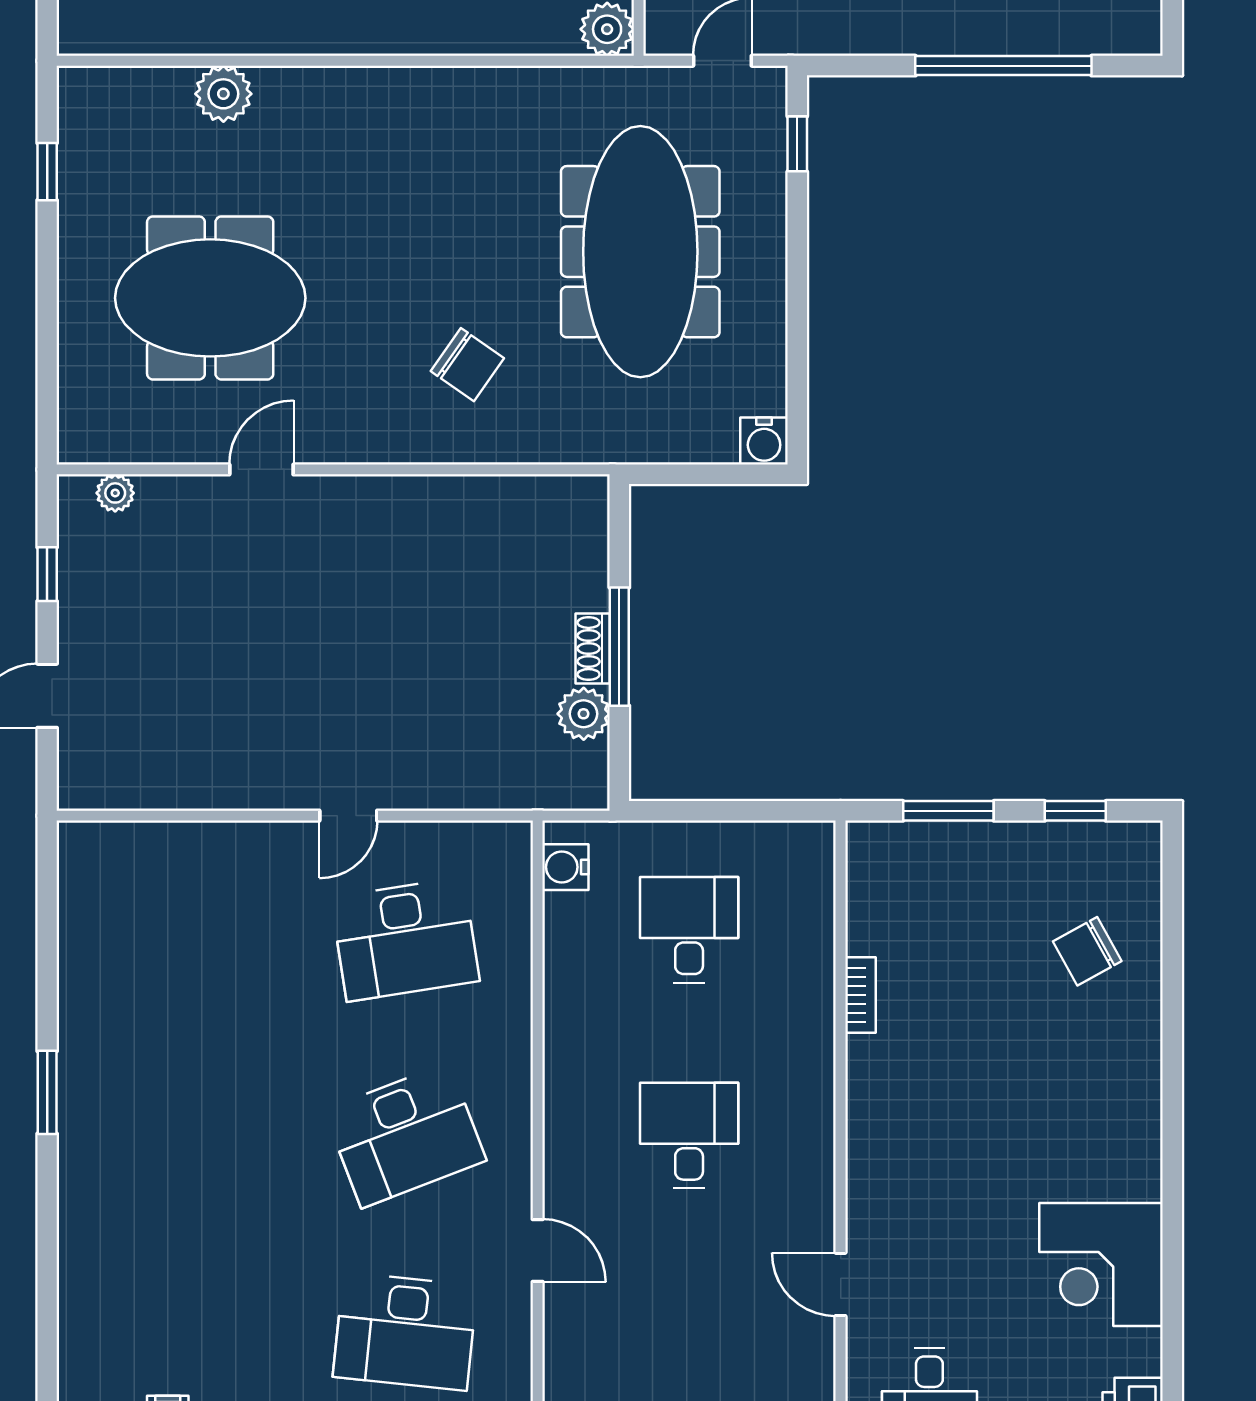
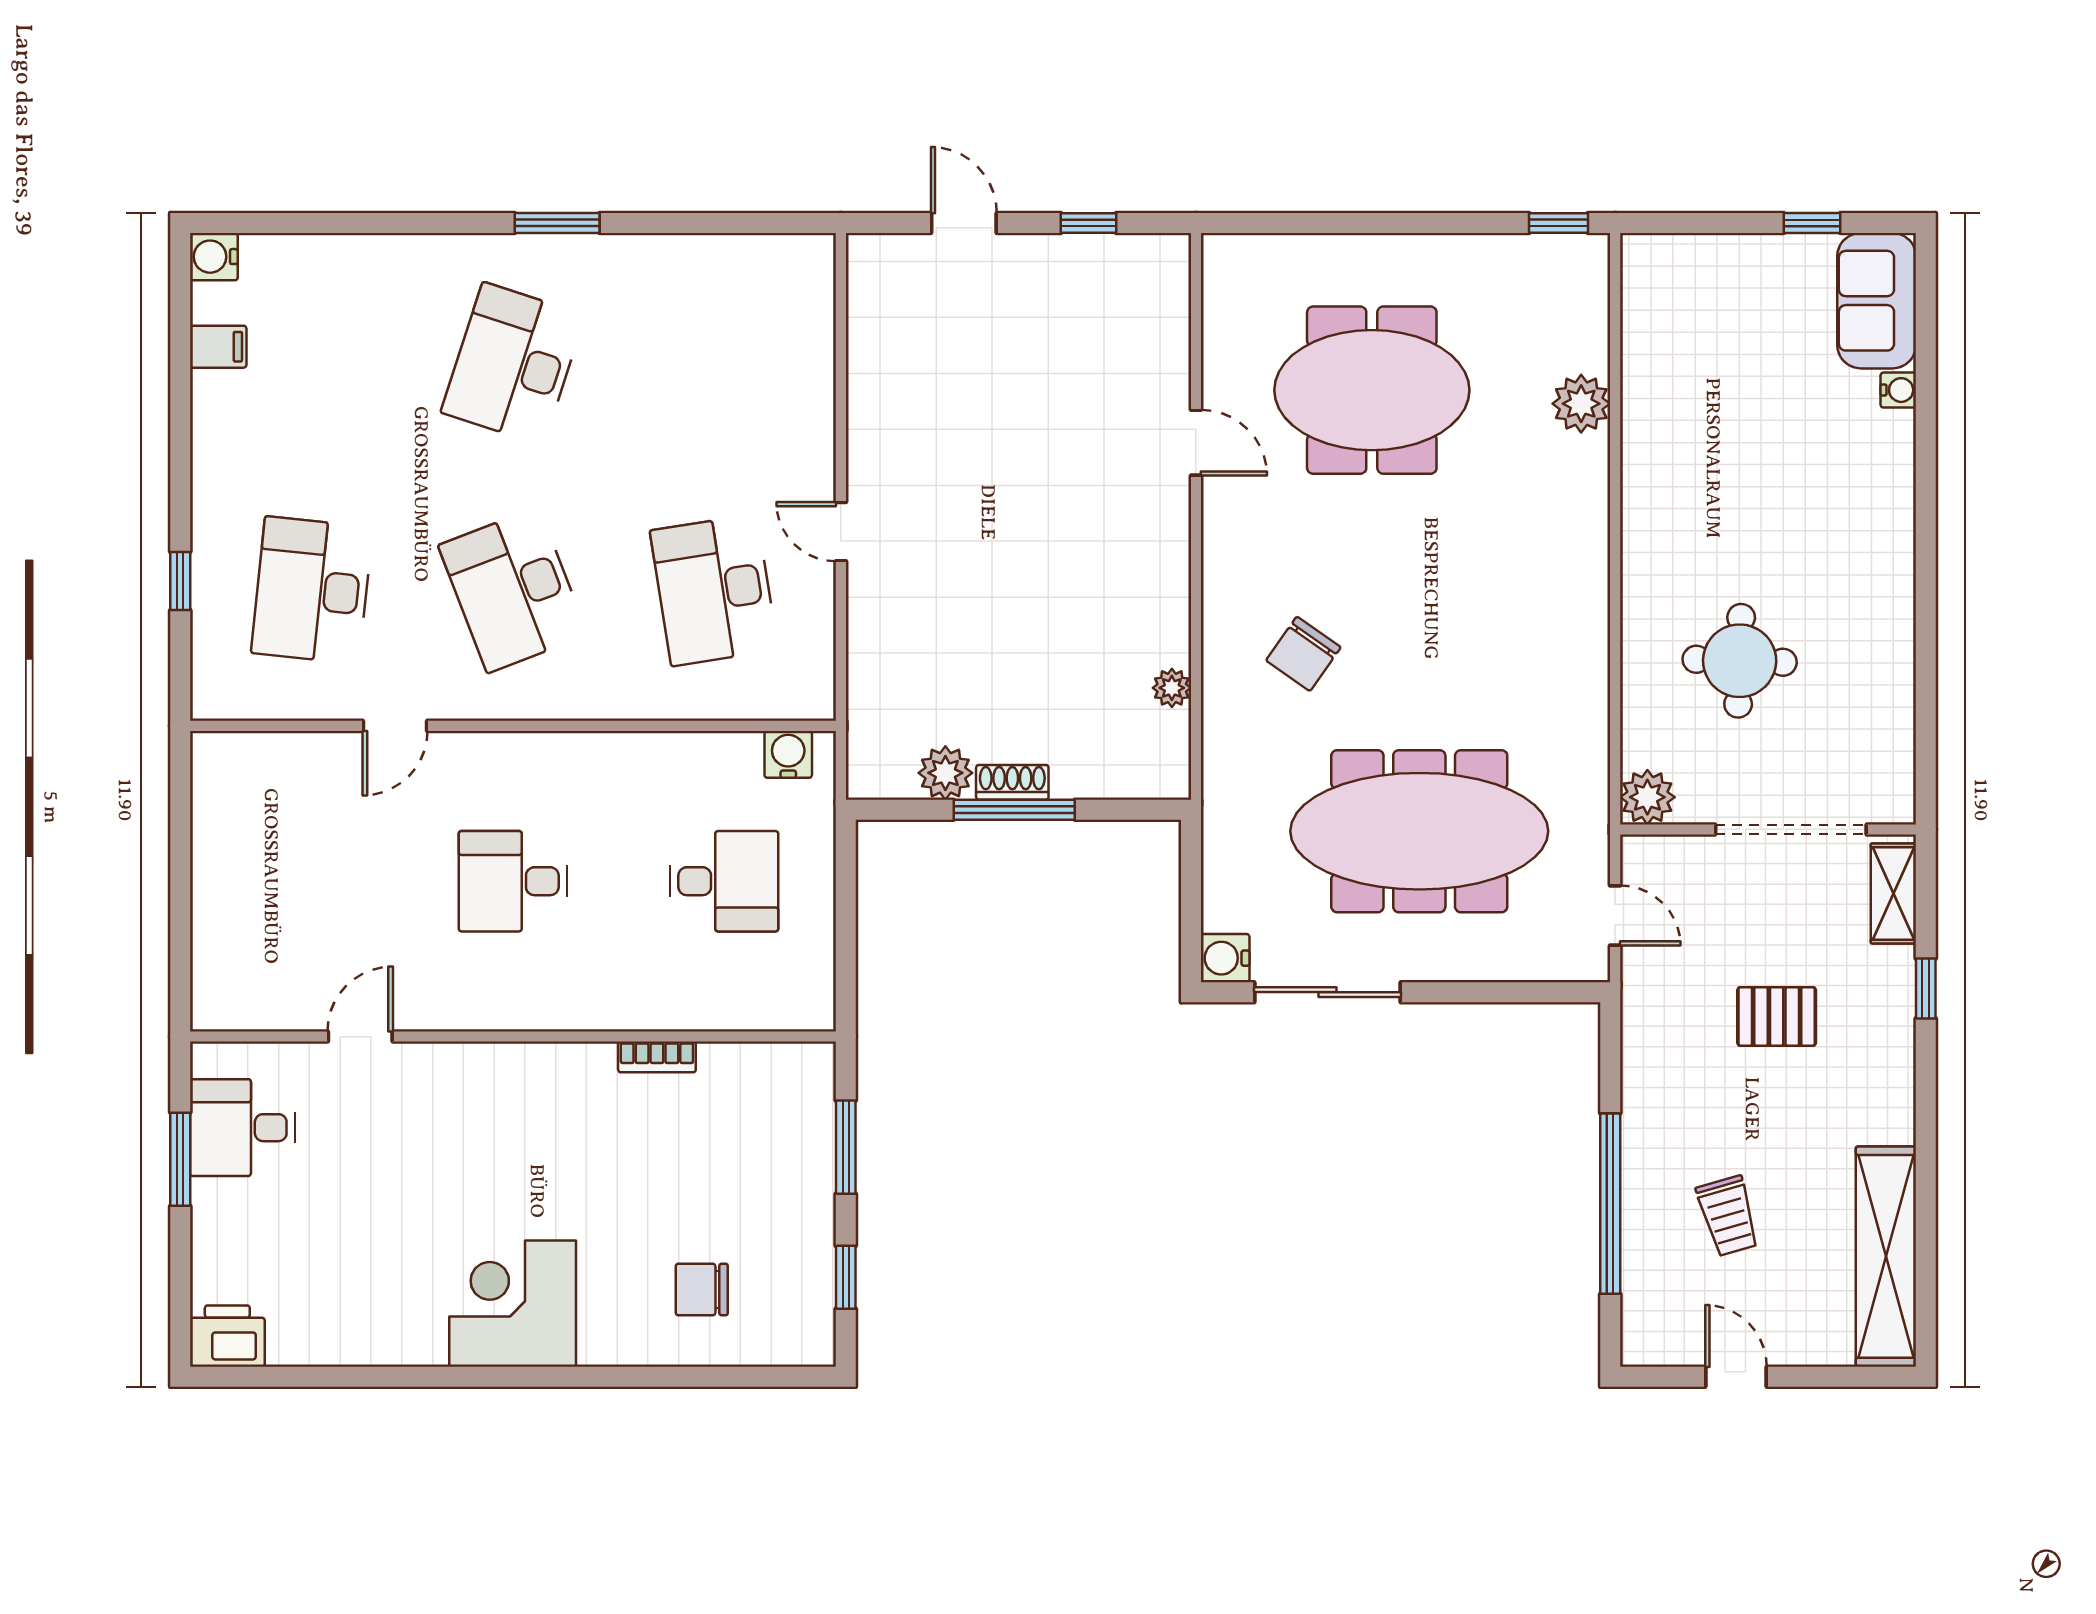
window: (797, 144) -> (1530, 992), removed
window: (47, 172) -> (1559, 223), moved
meeting table: (210, 298) -> (1372, 390), turned 90
sliding door: (797, 341) -> (1327, 992), added
plant: (115, 493) -> (1172, 688), moved
chair: (1087, 951) -> (702, 1289), turned -61
desk: (184, 1135) -> (513, 364), added
desk: (689, 1135) -> (513, 881), turned 180
corner desk: (1101, 1265) -> (513, 1304), moved

